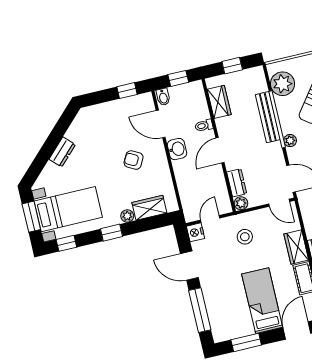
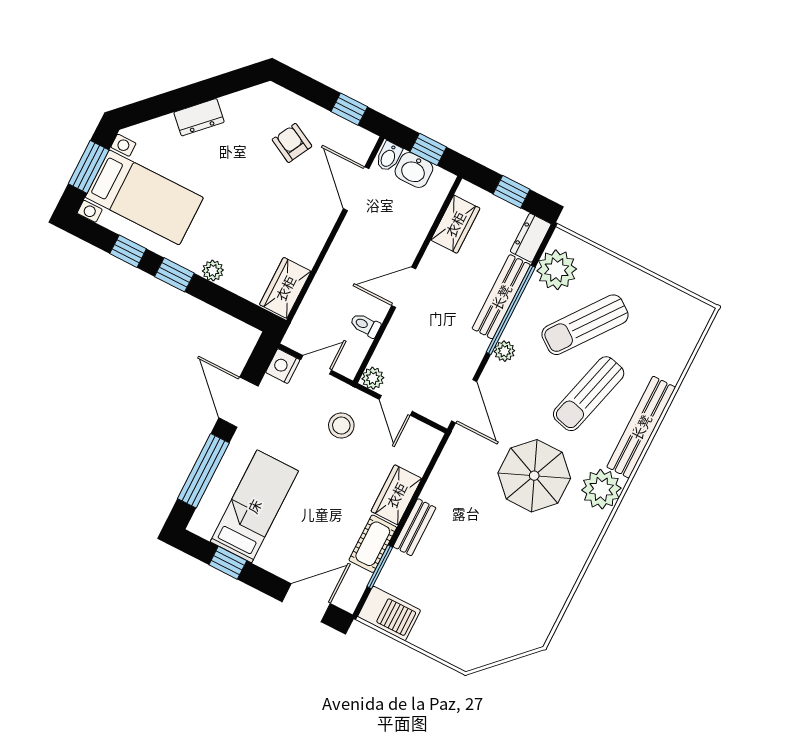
toilet: (204, 126) -> (365, 325), moved
washbasin: (177, 149) -> (414, 170), moved, turned 90
armchair: (134, 160) -> (292, 143), moved
dresser: (237, 183) -> (531, 238), moved, turned 180
door: (279, 203) -> (396, 405), moved
wardrobe: (149, 208) -> (285, 288), moved, turned -90
window: (66, 243) -> (128, 251), moved
bed: (262, 301) -> (254, 506), moved
window: (246, 342) -> (228, 563), width x0.67

